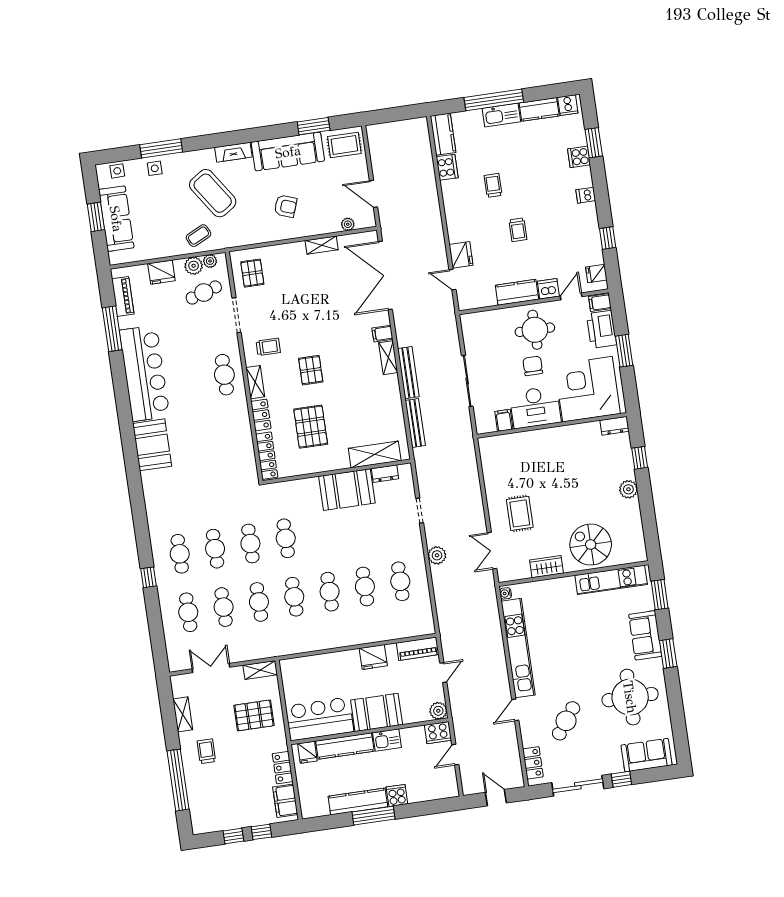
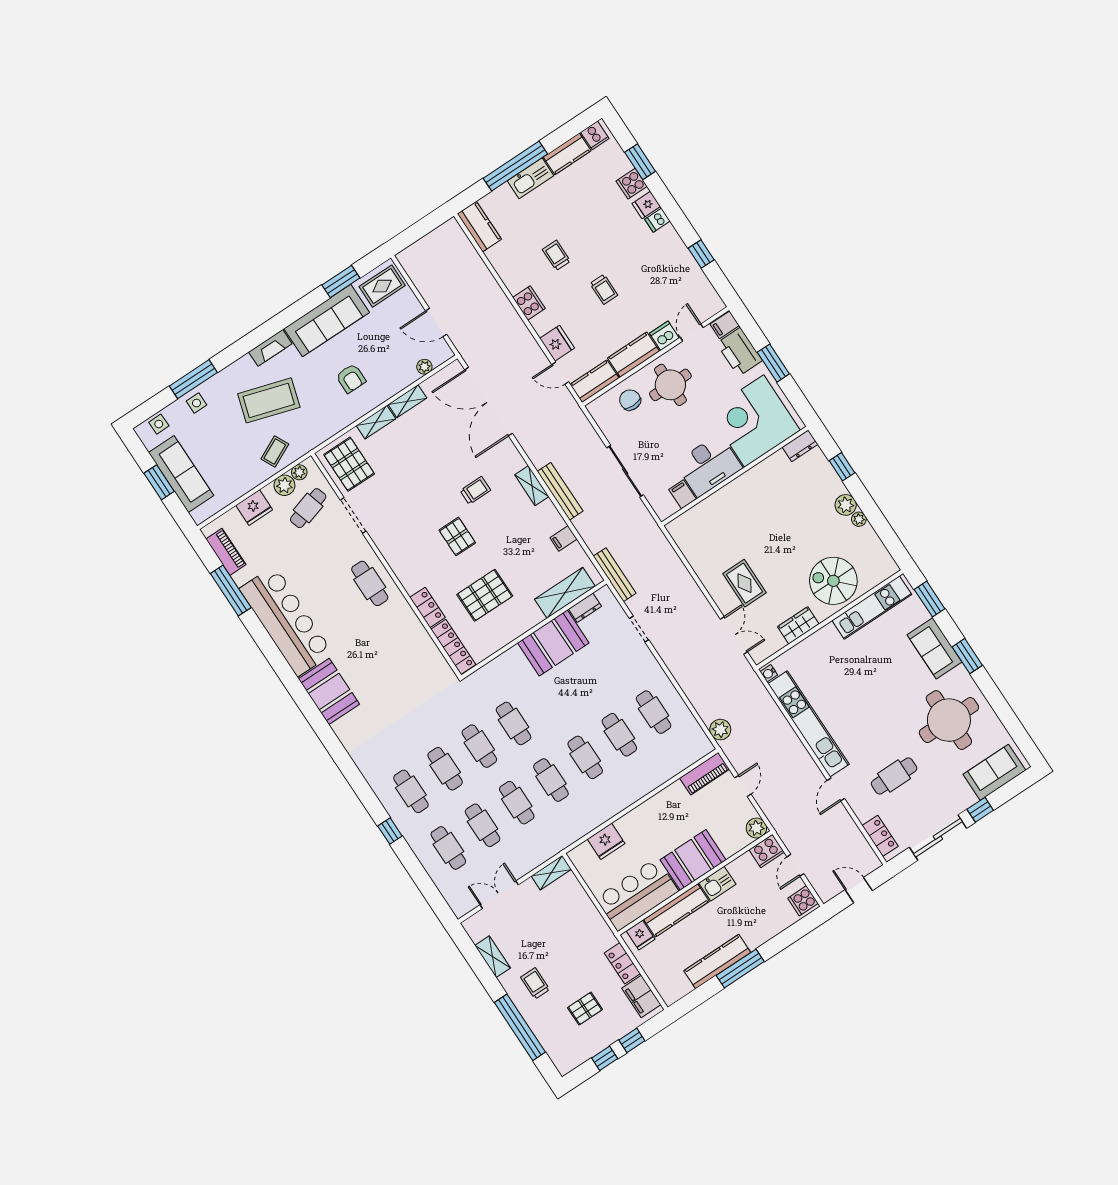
cooker: (447, 167) -> (529, 303), moved
coffee table: (213, 193) -> (269, 400), turned -39
armchair: (286, 206) -> (351, 378), turned 70
pallet: (252, 273) -> (349, 464), width x1.50, depth x1.42
fridge: (596, 274) -> (646, 205), moved
kitchen counter: (476, 299) -> (594, 381), added
filing cabinet: (382, 334) -> (564, 538), moved
trolley: (268, 347) -> (475, 490), moved
chair: (533, 366) -> (630, 400), moved
shelving: (255, 382) -> (376, 422), moved, turned 90
bench: (415, 423) -> (615, 575), moved
pallet: (311, 427) -> (485, 595), turned 90
plant: (634, 505) -> (859, 519), added
double door: (492, 551) -> (734, 635), swing flipped
plant: (437, 555) -> (720, 730), moved
fridge: (373, 657) -> (606, 841), moved
pallet: (254, 715) -> (585, 1009), moved, width x0.67, depth x0.71
cafe table: (566, 721) -> (894, 776), turned 54
cooker: (397, 795) -> (803, 901), moved, turned -90

